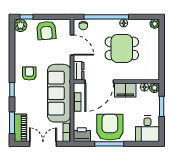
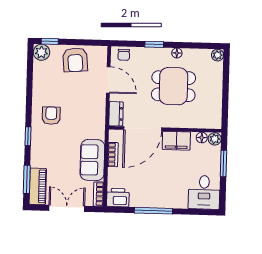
window: (106, 17) -> (154, 44), width x0.32
sofa: (59, 93) -> (92, 160), width x0.54, depth x0.79
armchair: (110, 127) -> (155, 189), removed

